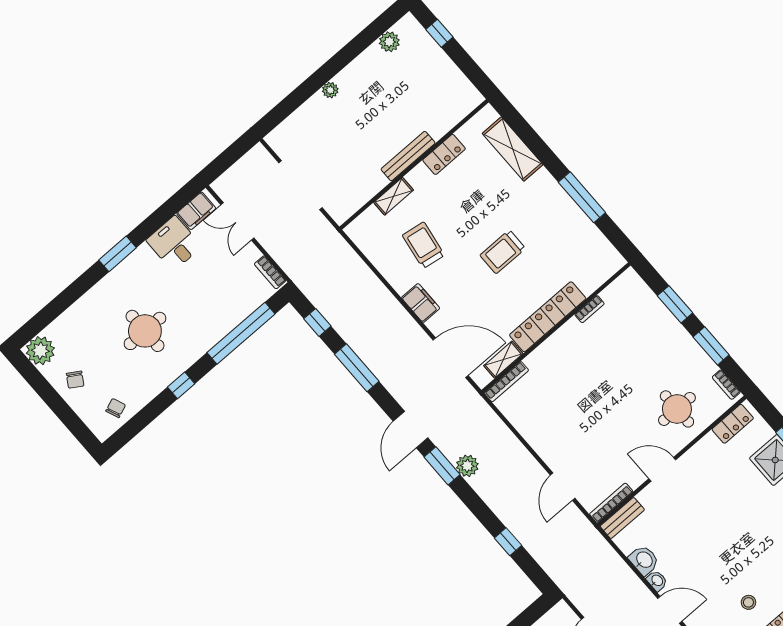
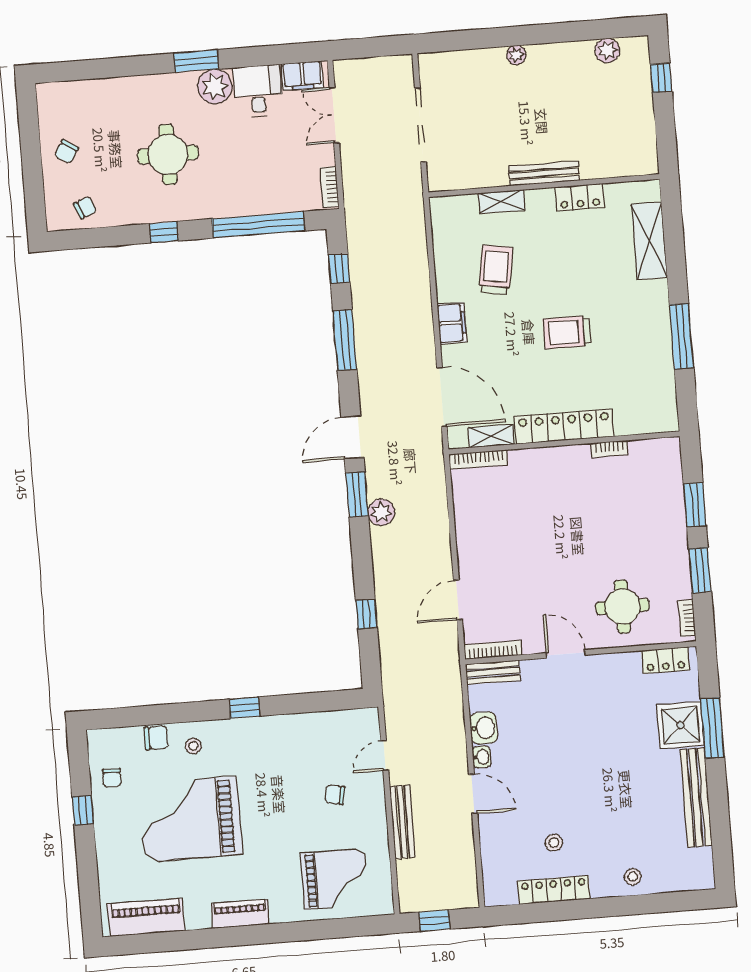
plant: (40, 351) -> (215, 86), moved

